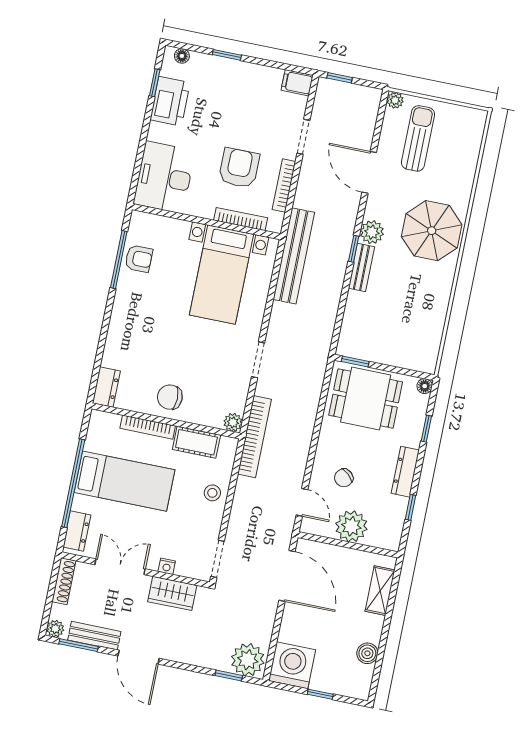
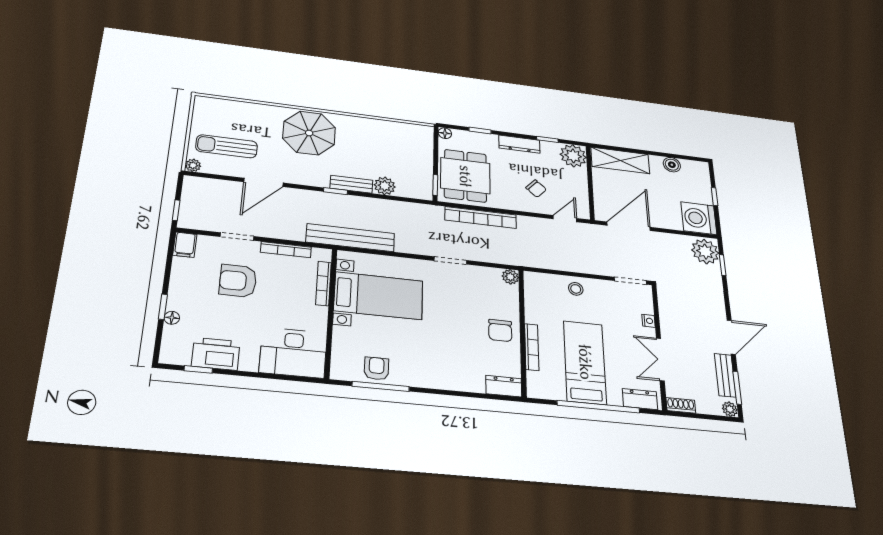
floor lamp: (182, 56) -> (172, 318), moved
armchair: (239, 168) -> (238, 281), moved
plant: (372, 232) -> (385, 186), moved
bookcase: (254, 437) -> (481, 217), moved, turned 180
cot: (196, 442) -> (535, 305), removed
plant: (351, 526) -> (573, 156), moved
shoe rack: (64, 581) -> (681, 405), width x0.70
shelving: (380, 591) -> (620, 160), width x1.50, depth x1.33
wardrobe: (172, 593) -> (670, 314), removed

